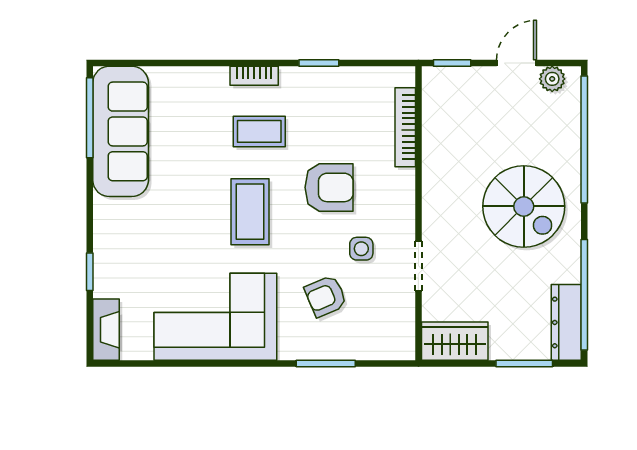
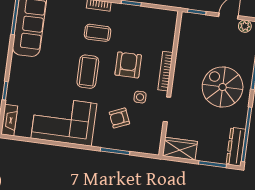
bookcase: (405, 127) -> (165, 71), moved
armchair: (329, 187) -> (128, 65), turned -90
spiral stairs: (524, 206) -> (223, 87), turned 180

